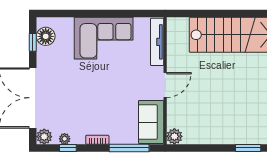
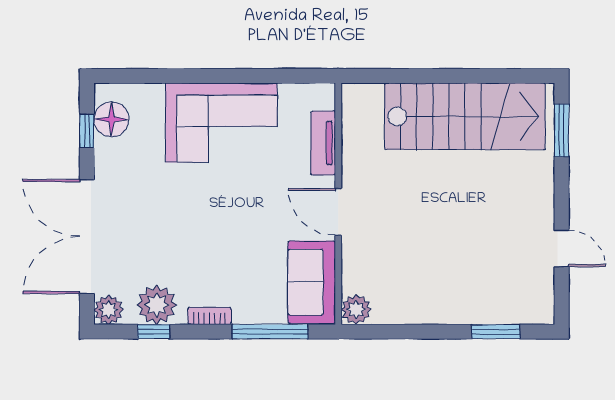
tv unit: (157, 42) -> (323, 143), width x0.71
door: (165, 85) -> (338, 212), swing flipped
plant: (65, 139) -> (157, 305), width x1.88, depth x1.88

